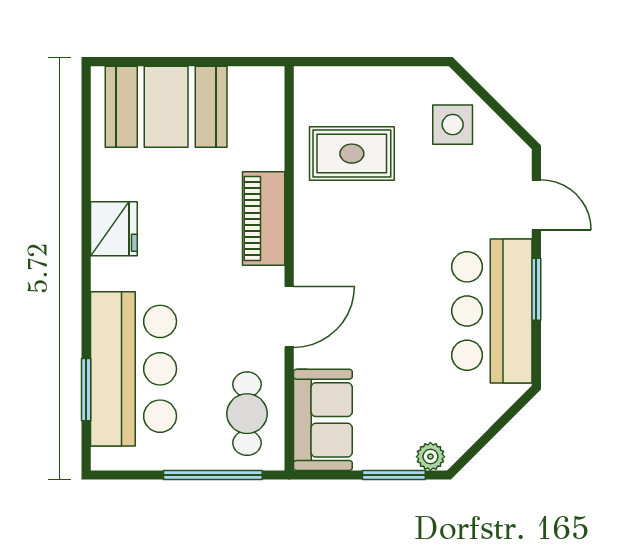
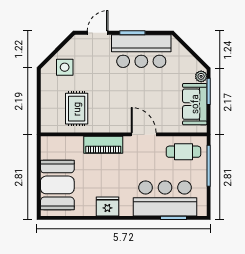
sofa: (323, 420) -> (195, 104), moved, turned -90

